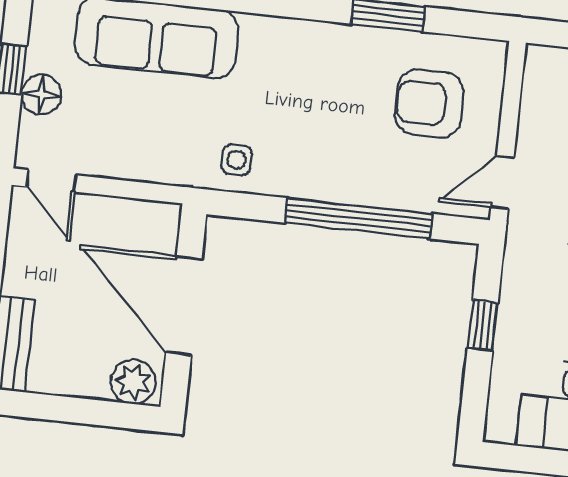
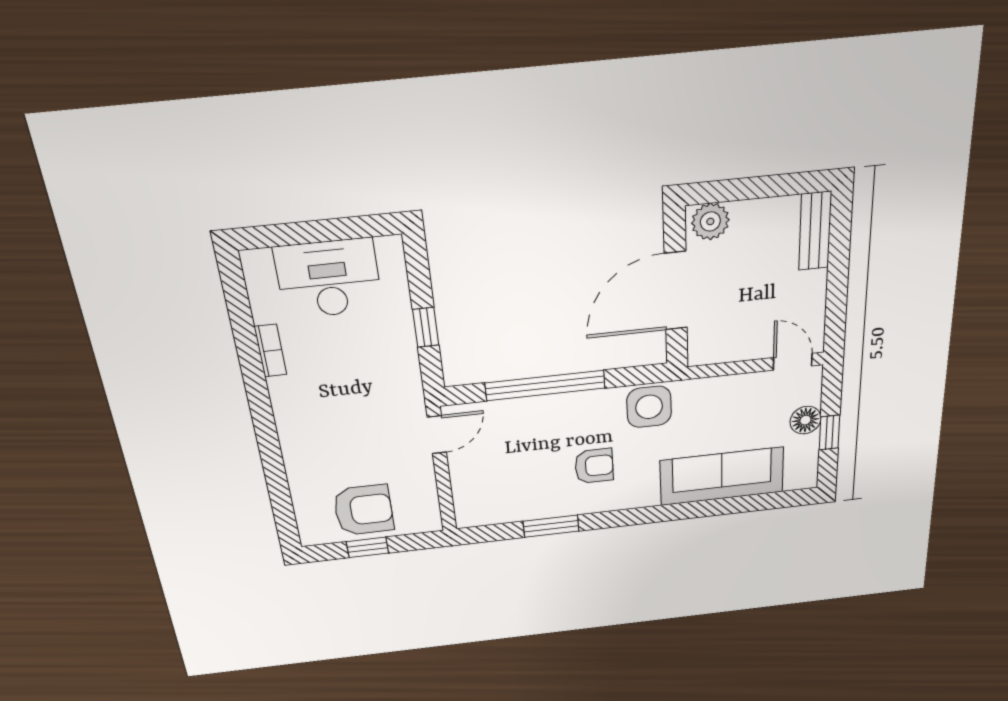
armchair: (429, 104) -> (594, 466), moved, width x0.72, depth x0.72
side table: (237, 160) -> (649, 407), width x1.87, depth x1.87
door: (184, 306) -> (676, 291), swing flipped

